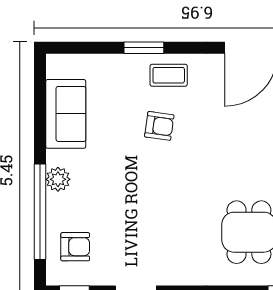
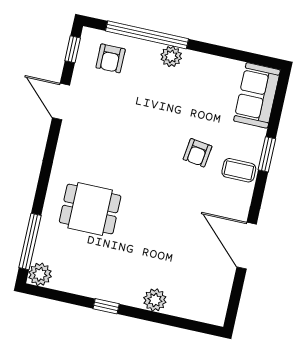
coffee table: (169, 75) -> (239, 170), turned 90
sofa: (66, 114) -> (257, 95), moved, turned 90

